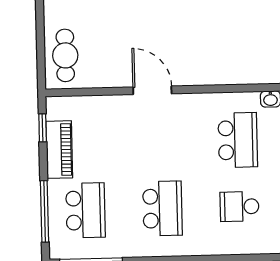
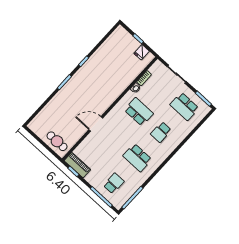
piano: (59, 150) -> (77, 165), moved
school desk: (162, 208) -> (137, 158), turned 180
school desk: (86, 210) -> (114, 183), width x0.54

